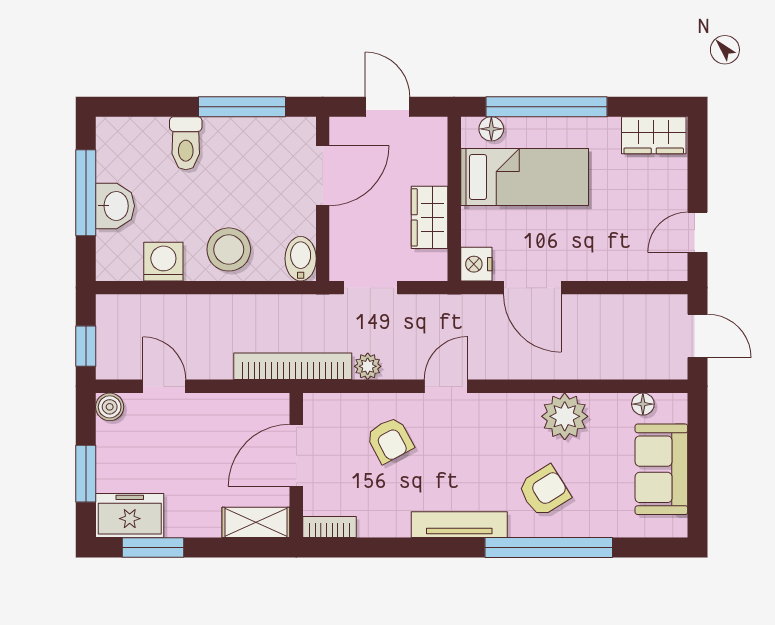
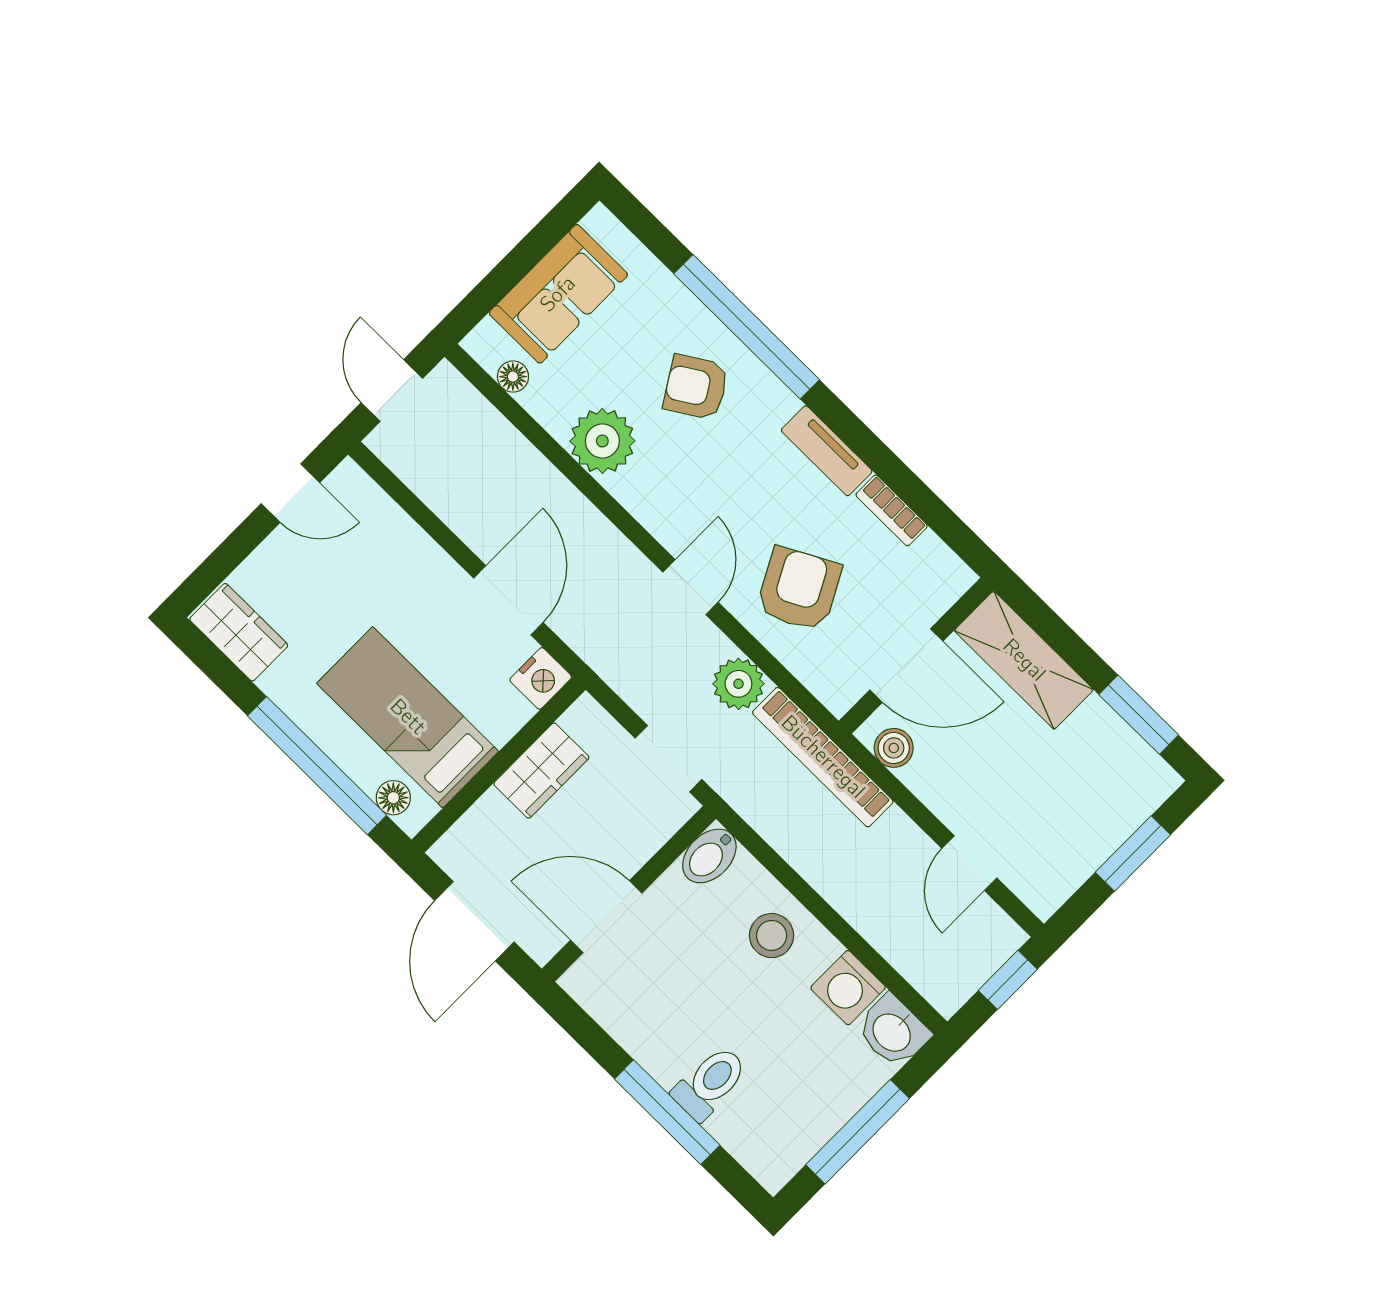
window: (242, 107) -> (667, 1112), moved
door: (388, 107) -> (474, 921), width x1.38
washbasin: (115, 206) -> (893, 1031), moved, turned -90
stool: (229, 249) -> (772, 936), width x0.73, depth x0.73
plant: (368, 366) -> (738, 684), width x1.38, depth x1.38
door: (446, 386) -> (690, 587), swing flipped
boiler: (110, 407) -> (894, 748), moved
armchair: (390, 440) -> (799, 589), width x1.38, depth x1.38
freezer: (130, 515) -> (1130, 769), removed
shelving: (256, 522) -> (1024, 660), width x1.50, depth x1.33
tv unit: (459, 525) -> (827, 451), width x0.71
bookcase: (329, 527) -> (892, 510), moved

